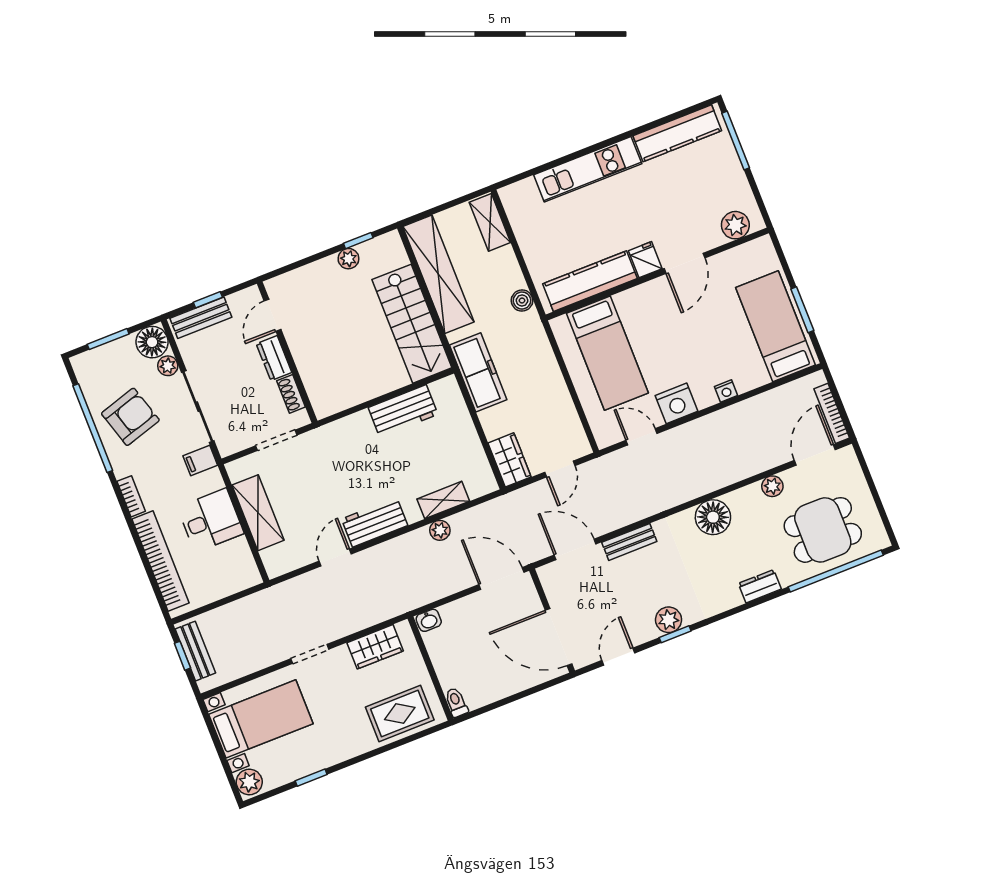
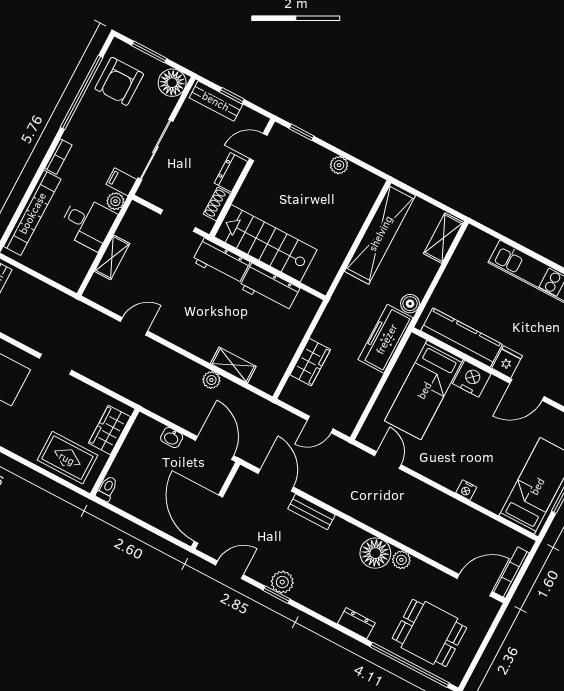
window: (358, 241) -> (301, 132), moved
stairs: (412, 324) -> (266, 243), moved, turned 90
plant: (168, 366) -> (115, 201), moved
freezer: (478, 372) -> (386, 339), moved, turned 180
nightstand: (676, 403) -> (472, 379), moved, turned 180
armchair: (130, 417) -> (119, 81), moved, turned 107
wardrobe: (510, 460) -> (310, 362), moved
plant: (772, 486) -> (401, 560), moved
shelving: (258, 513) -> (112, 257), width x0.67, depth x0.75
workbench: (375, 522) -> (221, 262), moved, turned 180
washbasin: (429, 620) -> (172, 438), moved
wardrobe: (375, 647) -> (109, 430), moved, turned 90

